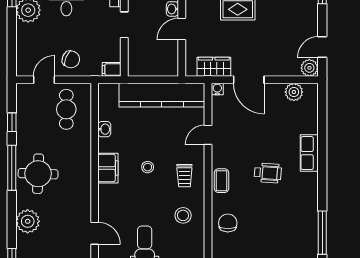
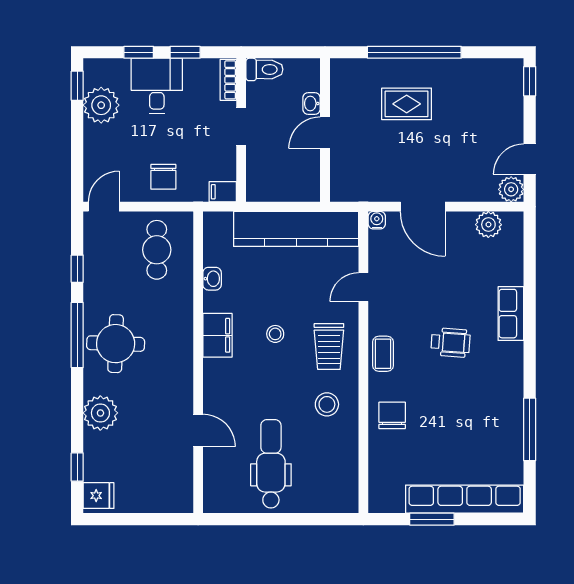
chair: (71, 59) -> (163, 177), turned 67
wardrobe: (214, 67) -> (372, 188), removed
door: (44, 80) -> (104, 207), moved
trolley: (184, 176) -> (329, 347), width x1.36, depth x1.39

